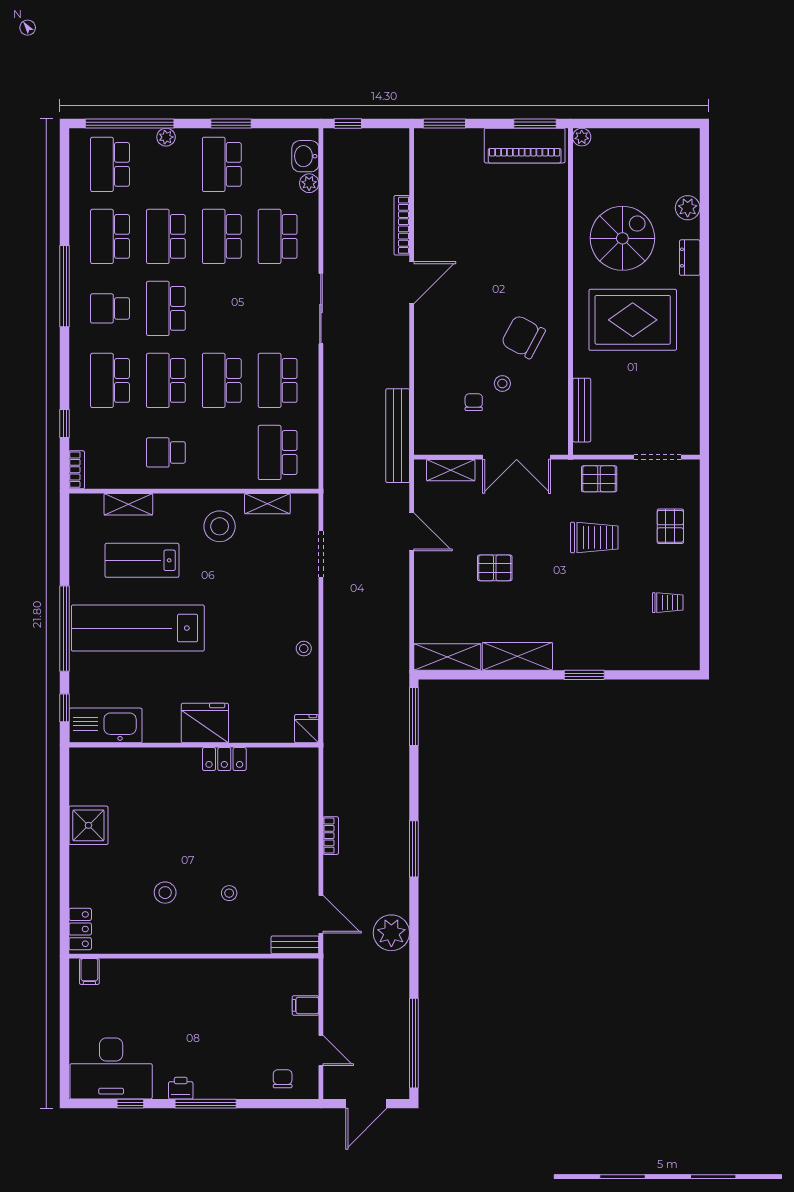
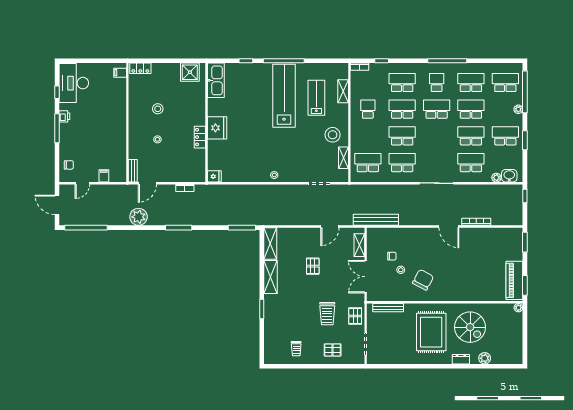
fridge: (205, 723) -> (217, 128), moved
kitchen sink: (105, 725) -> (216, 80), moved
fridge: (307, 729) -> (214, 176), moved
wall: (194, 745) -> (206, 123), moved
locker: (224, 759) -> (200, 137), moved

